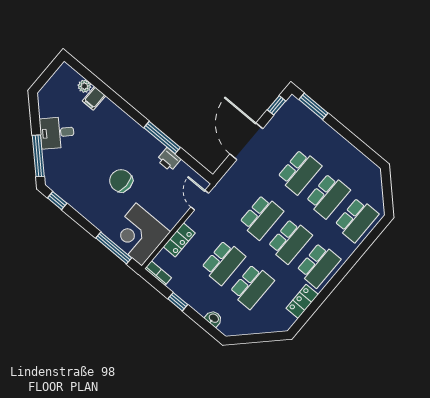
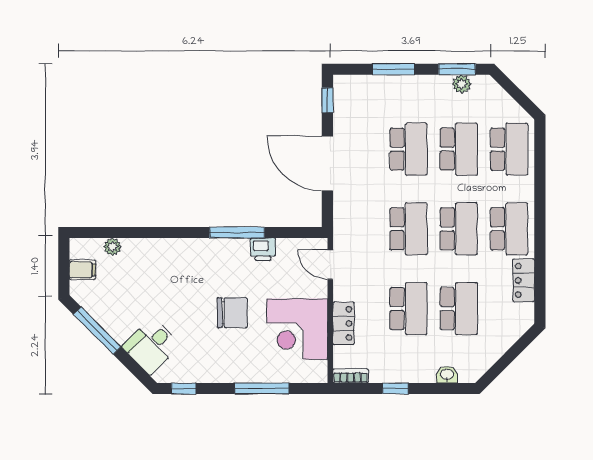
filing cabinet: (94, 98) -> (82, 270), moved, turned -90
window: (313, 106) -> (393, 69), moved
desk: (57, 133) -> (151, 346), moved
window: (365, 150) -> (457, 69), added
window: (38, 156) -> (97, 331), moved
plant: (361, 160) -> (462, 84), added
chair: (121, 181) -> (232, 313), turned 180
corner desk: (139, 234) -> (297, 329), moved
window: (114, 248) -> (262, 388), moved

